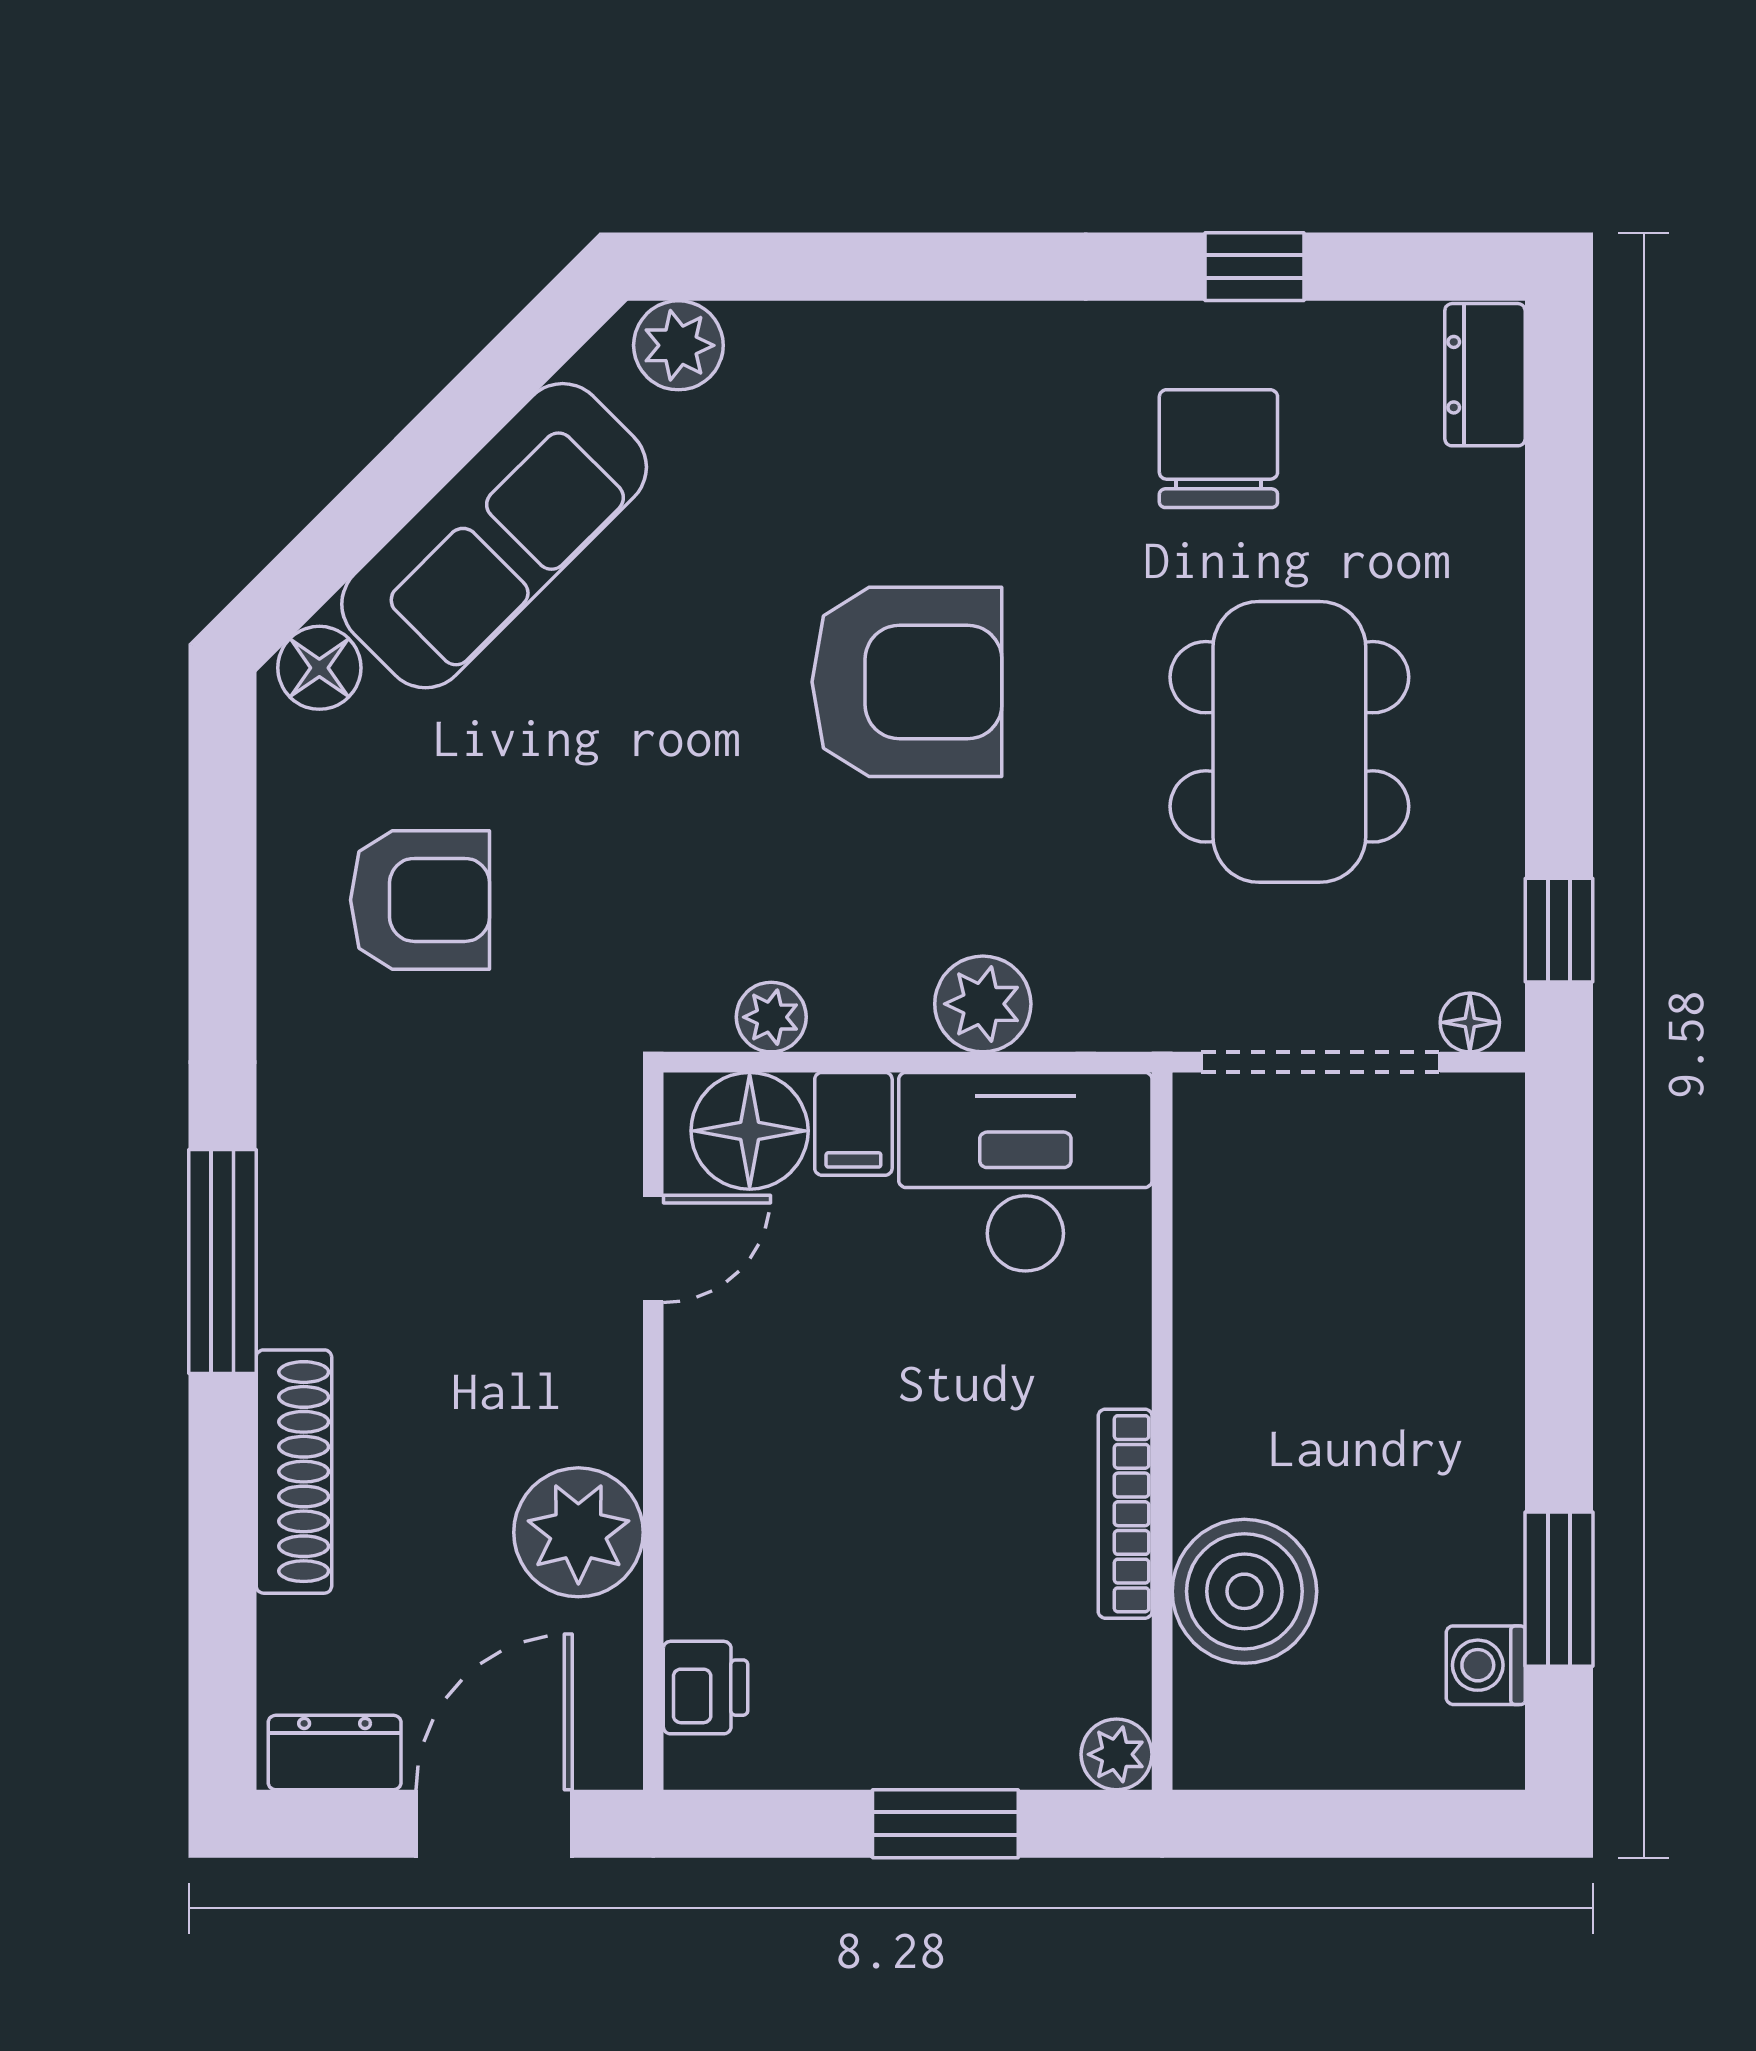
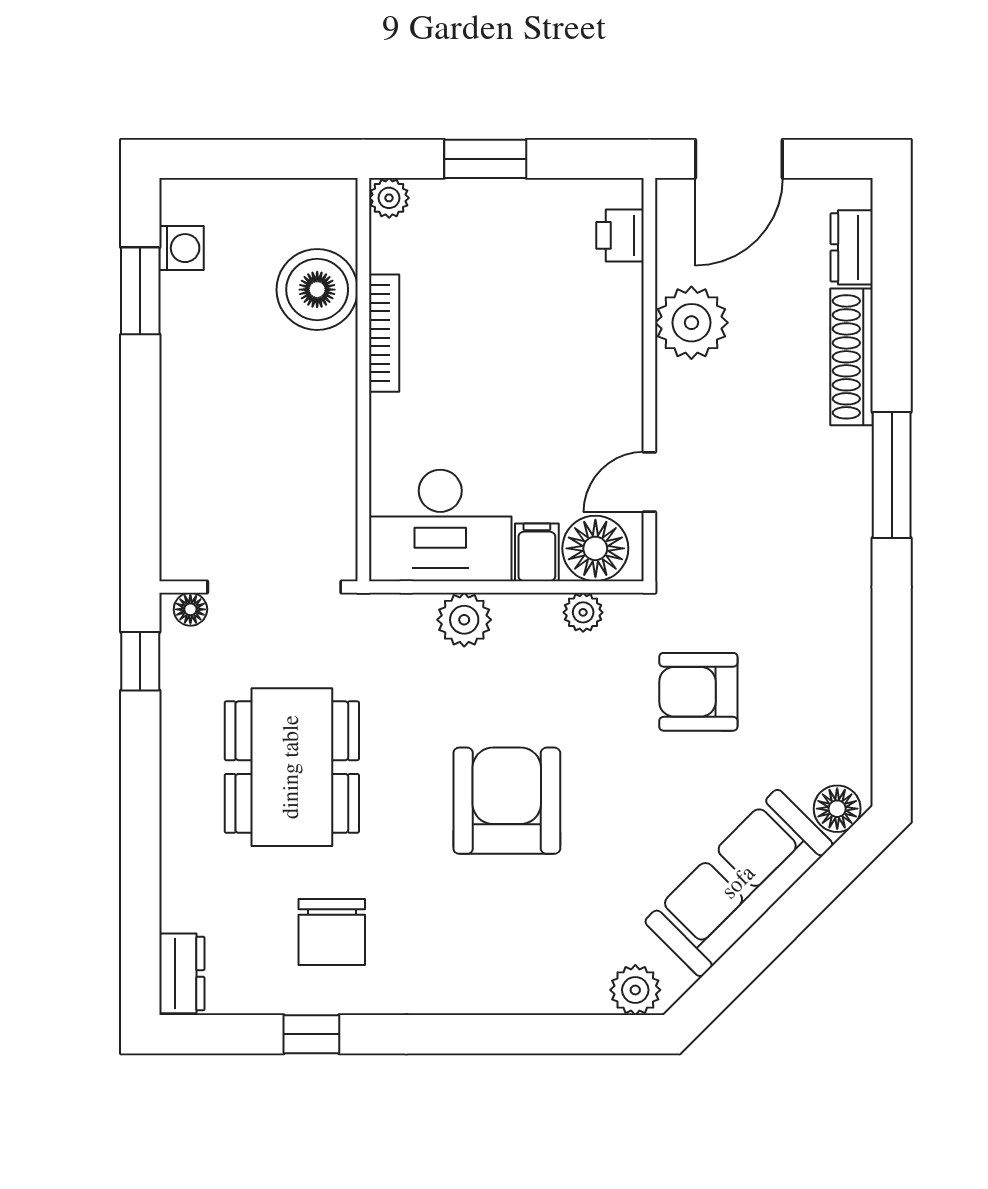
armchair: (907, 682) -> (507, 801), turned 90
armchair: (420, 900) -> (698, 692), moved
dresser: (335, 1752) -> (852, 247), moved, turned 90

